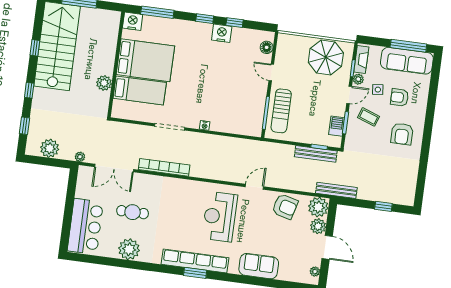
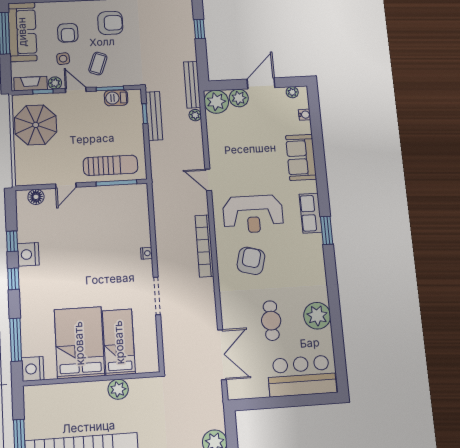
plant: (80, 157) -> (195, 115), moved
bookcase: (164, 167) -> (204, 246), moved
armchair: (285, 207) -> (251, 261), moved
row of seats: (195, 261) -> (311, 213), width x0.50
water cooler: (294, 277) -> (305, 115), added

